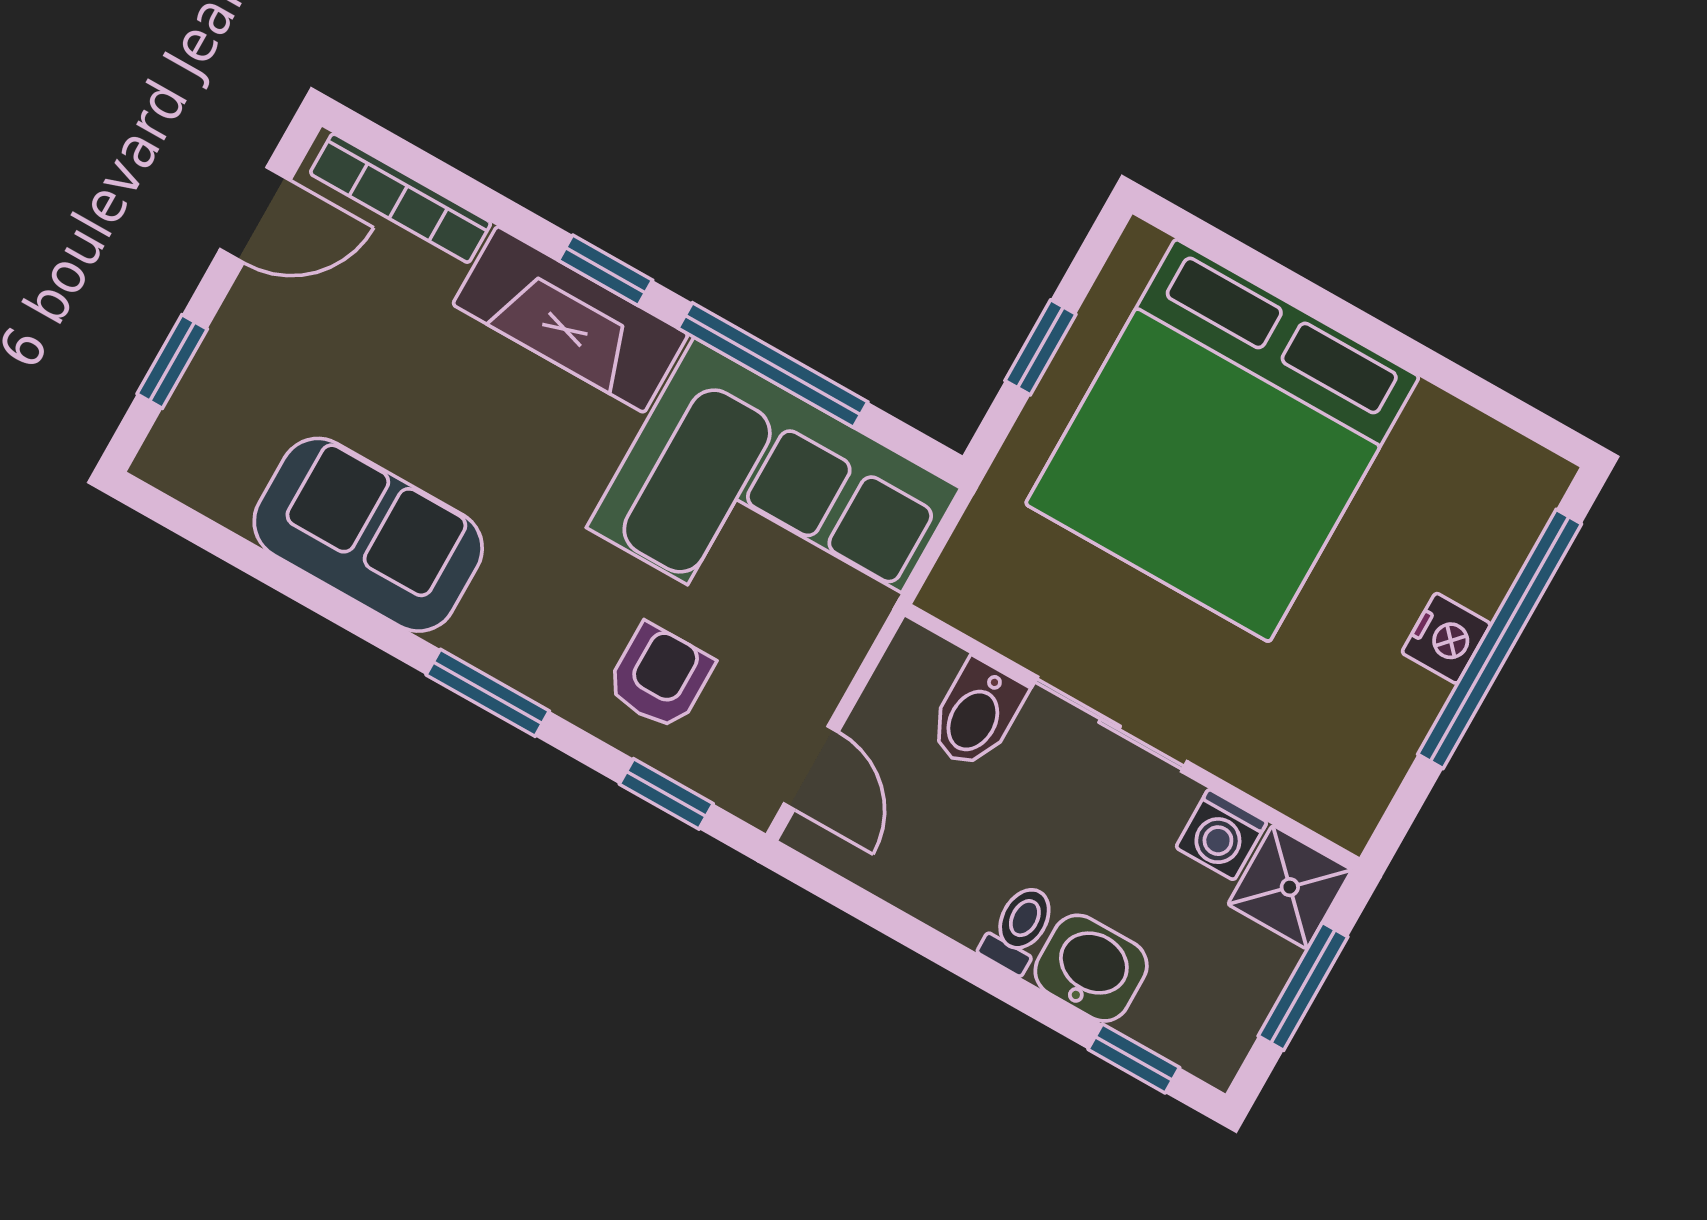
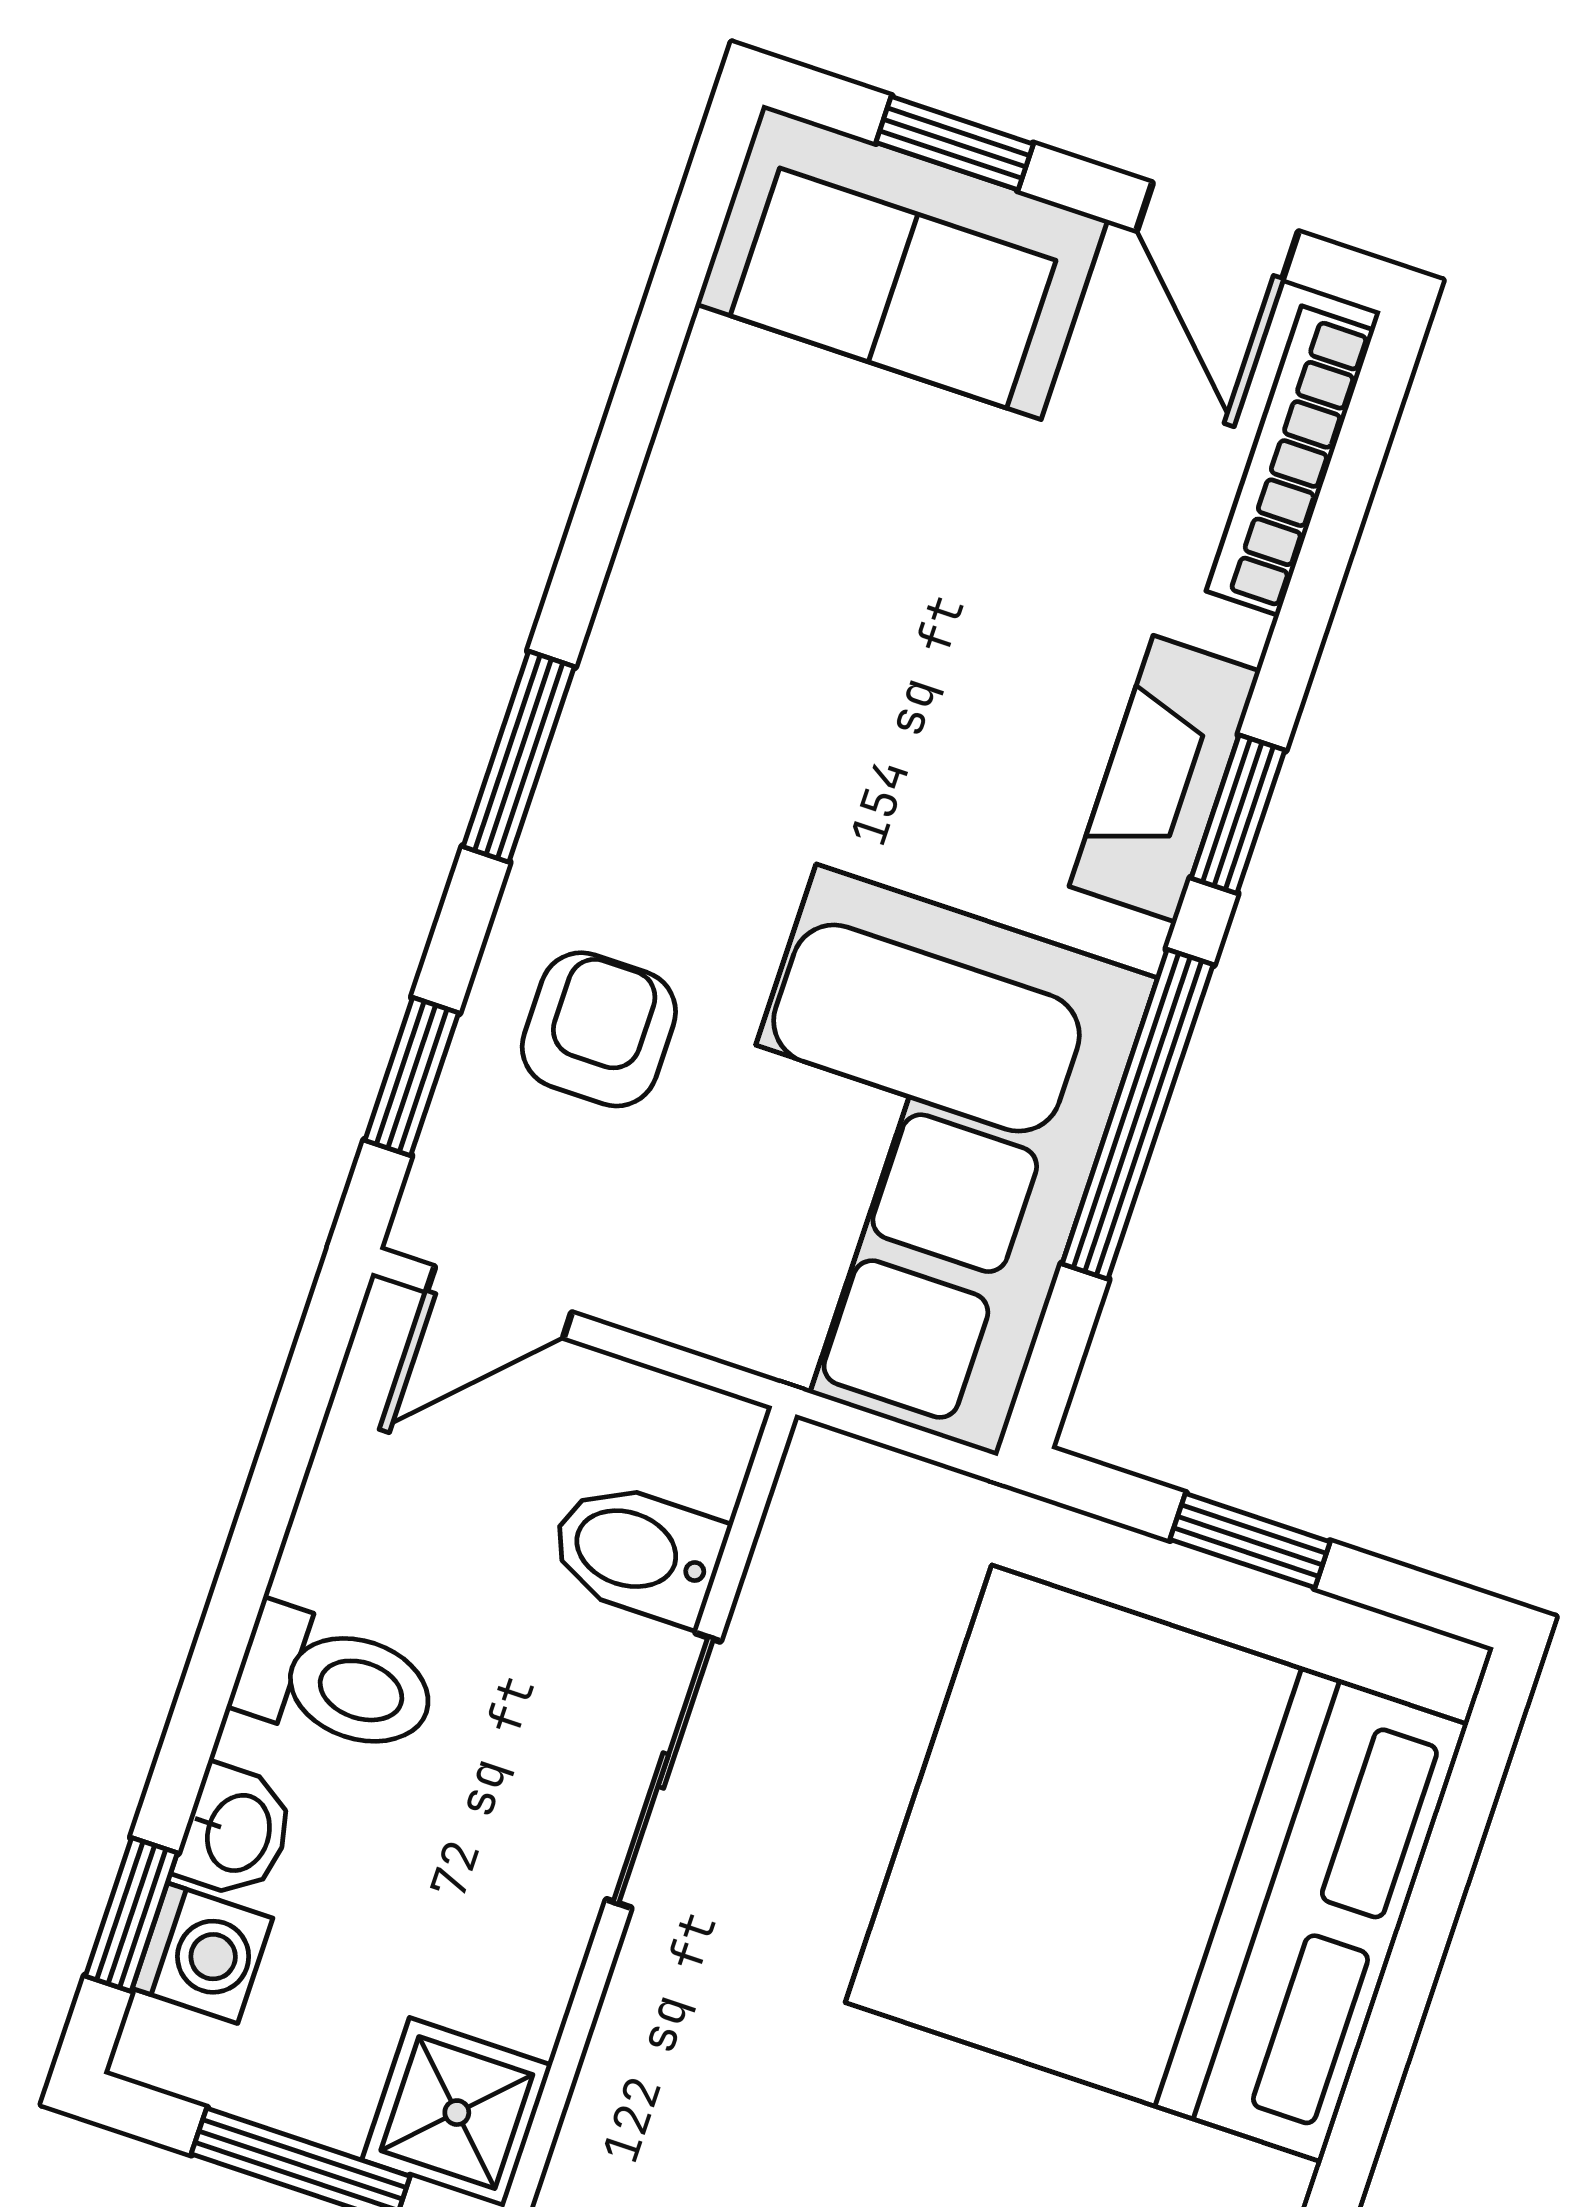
fireplace: (570, 319) -> (1165, 779), width x0.73, depth x0.76
sofa: (368, 535) -> (902, 262), moved, turned 90
armchair: (660, 677) -> (599, 1029), turned -90
washing machine: (1221, 835) -> (203, 1953), moved, turned 180
toilet: (1019, 928) -> (336, 1682), width x1.37, depth x1.39
washbasin: (1091, 968) -> (236, 1832), width x0.72, depth x0.69

